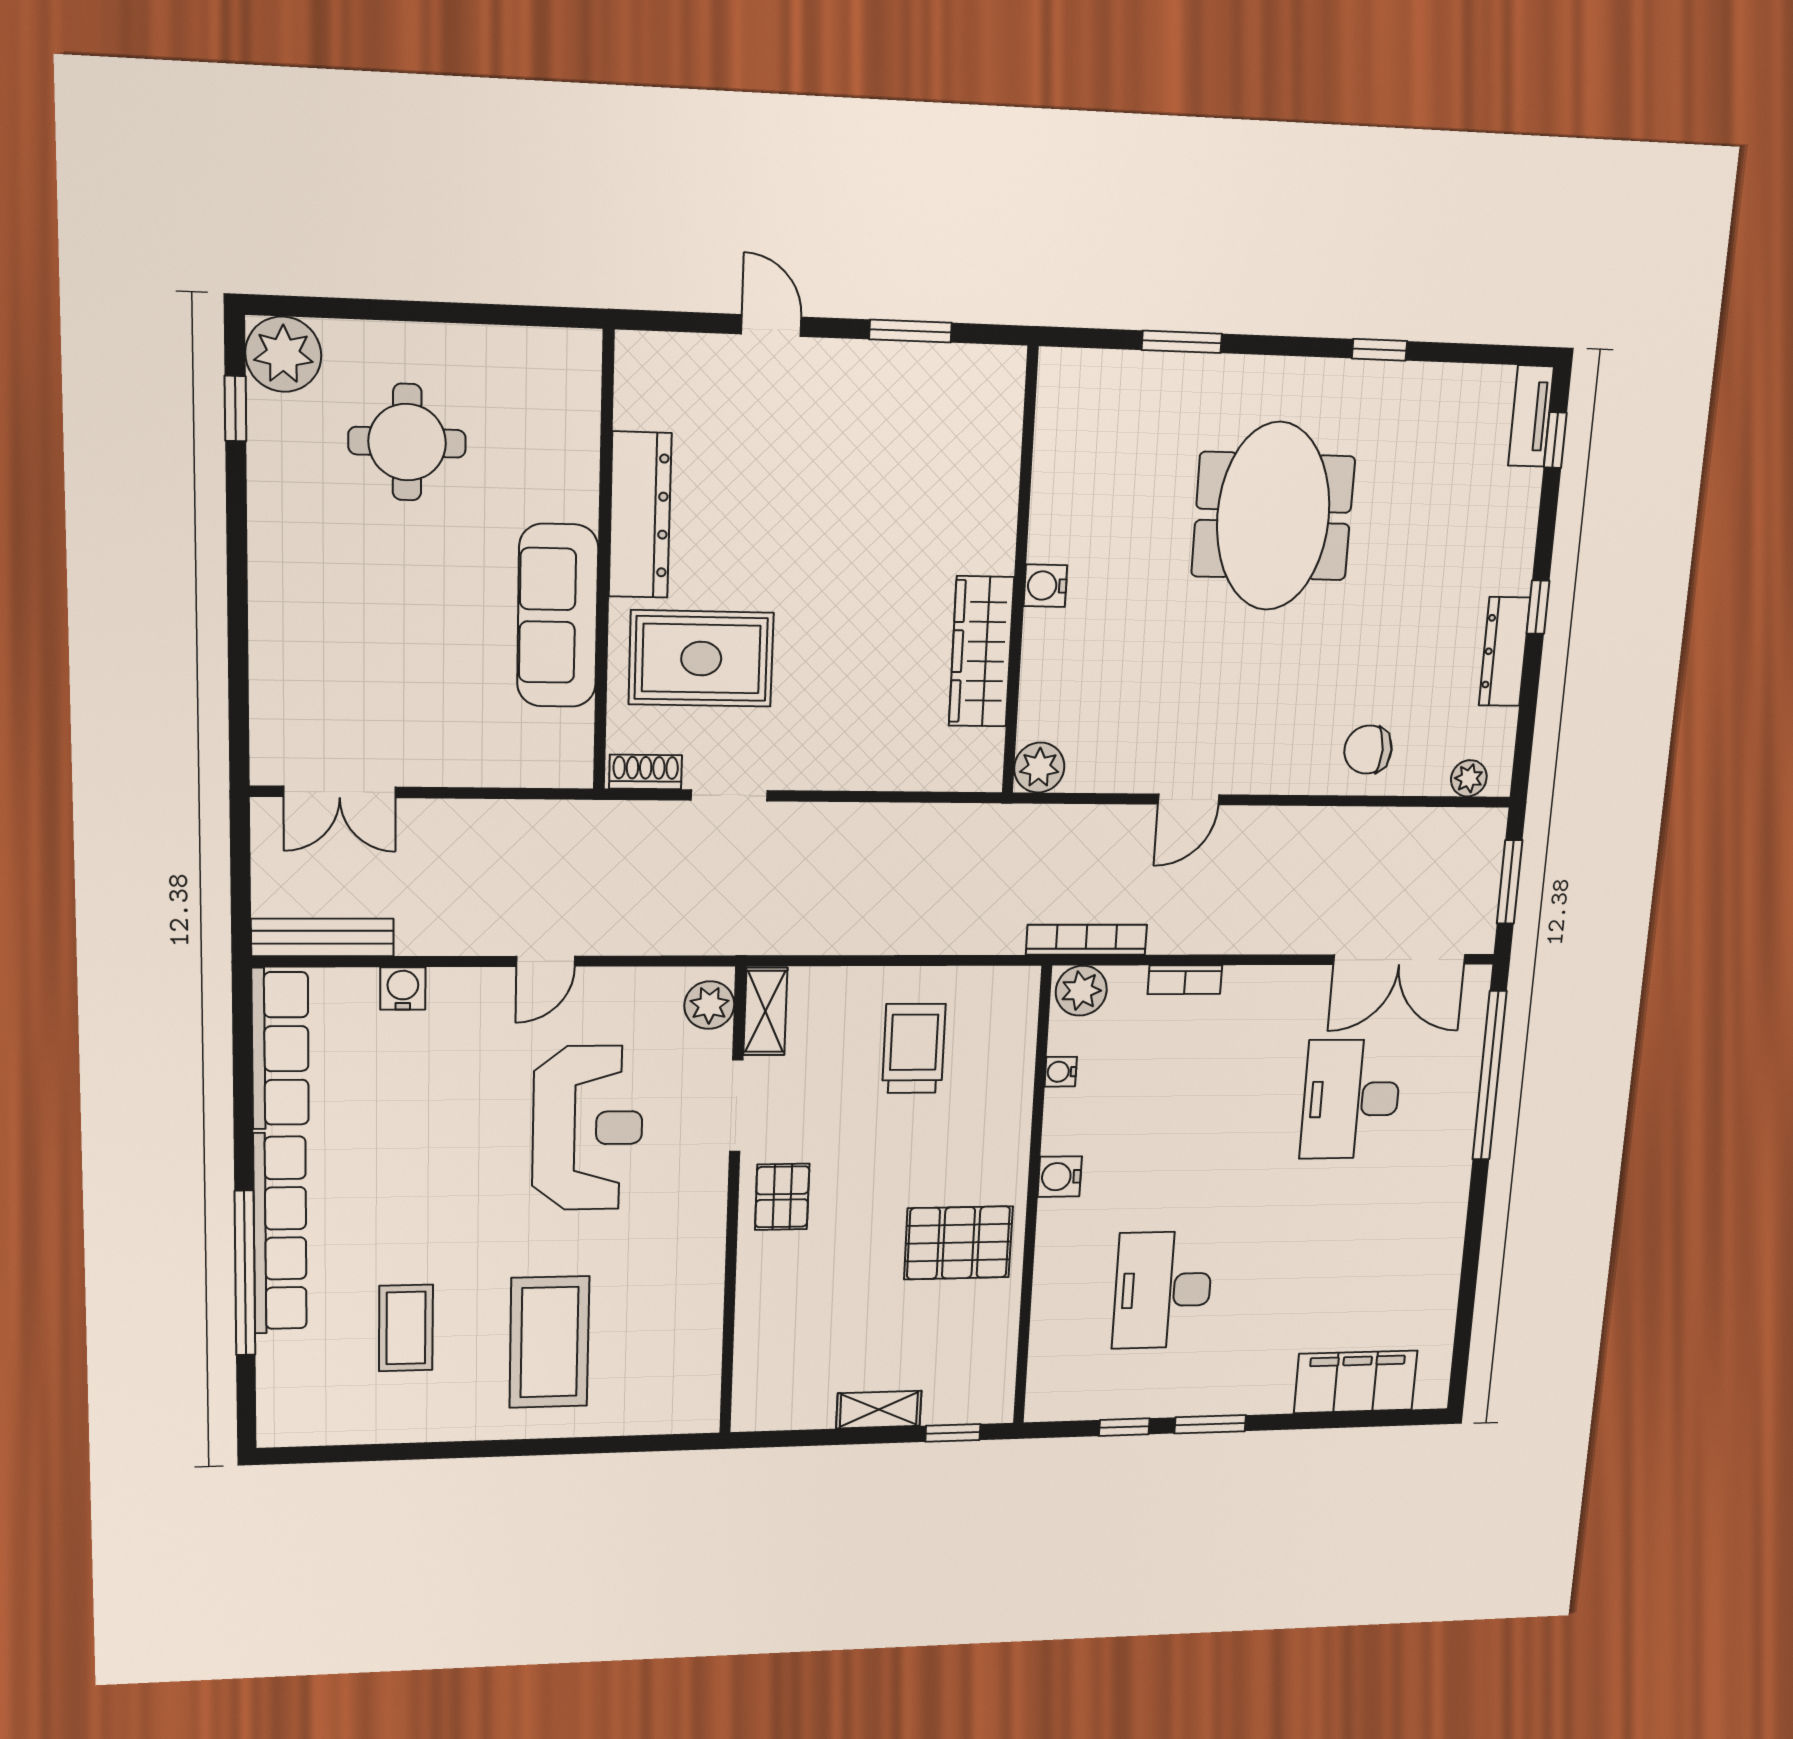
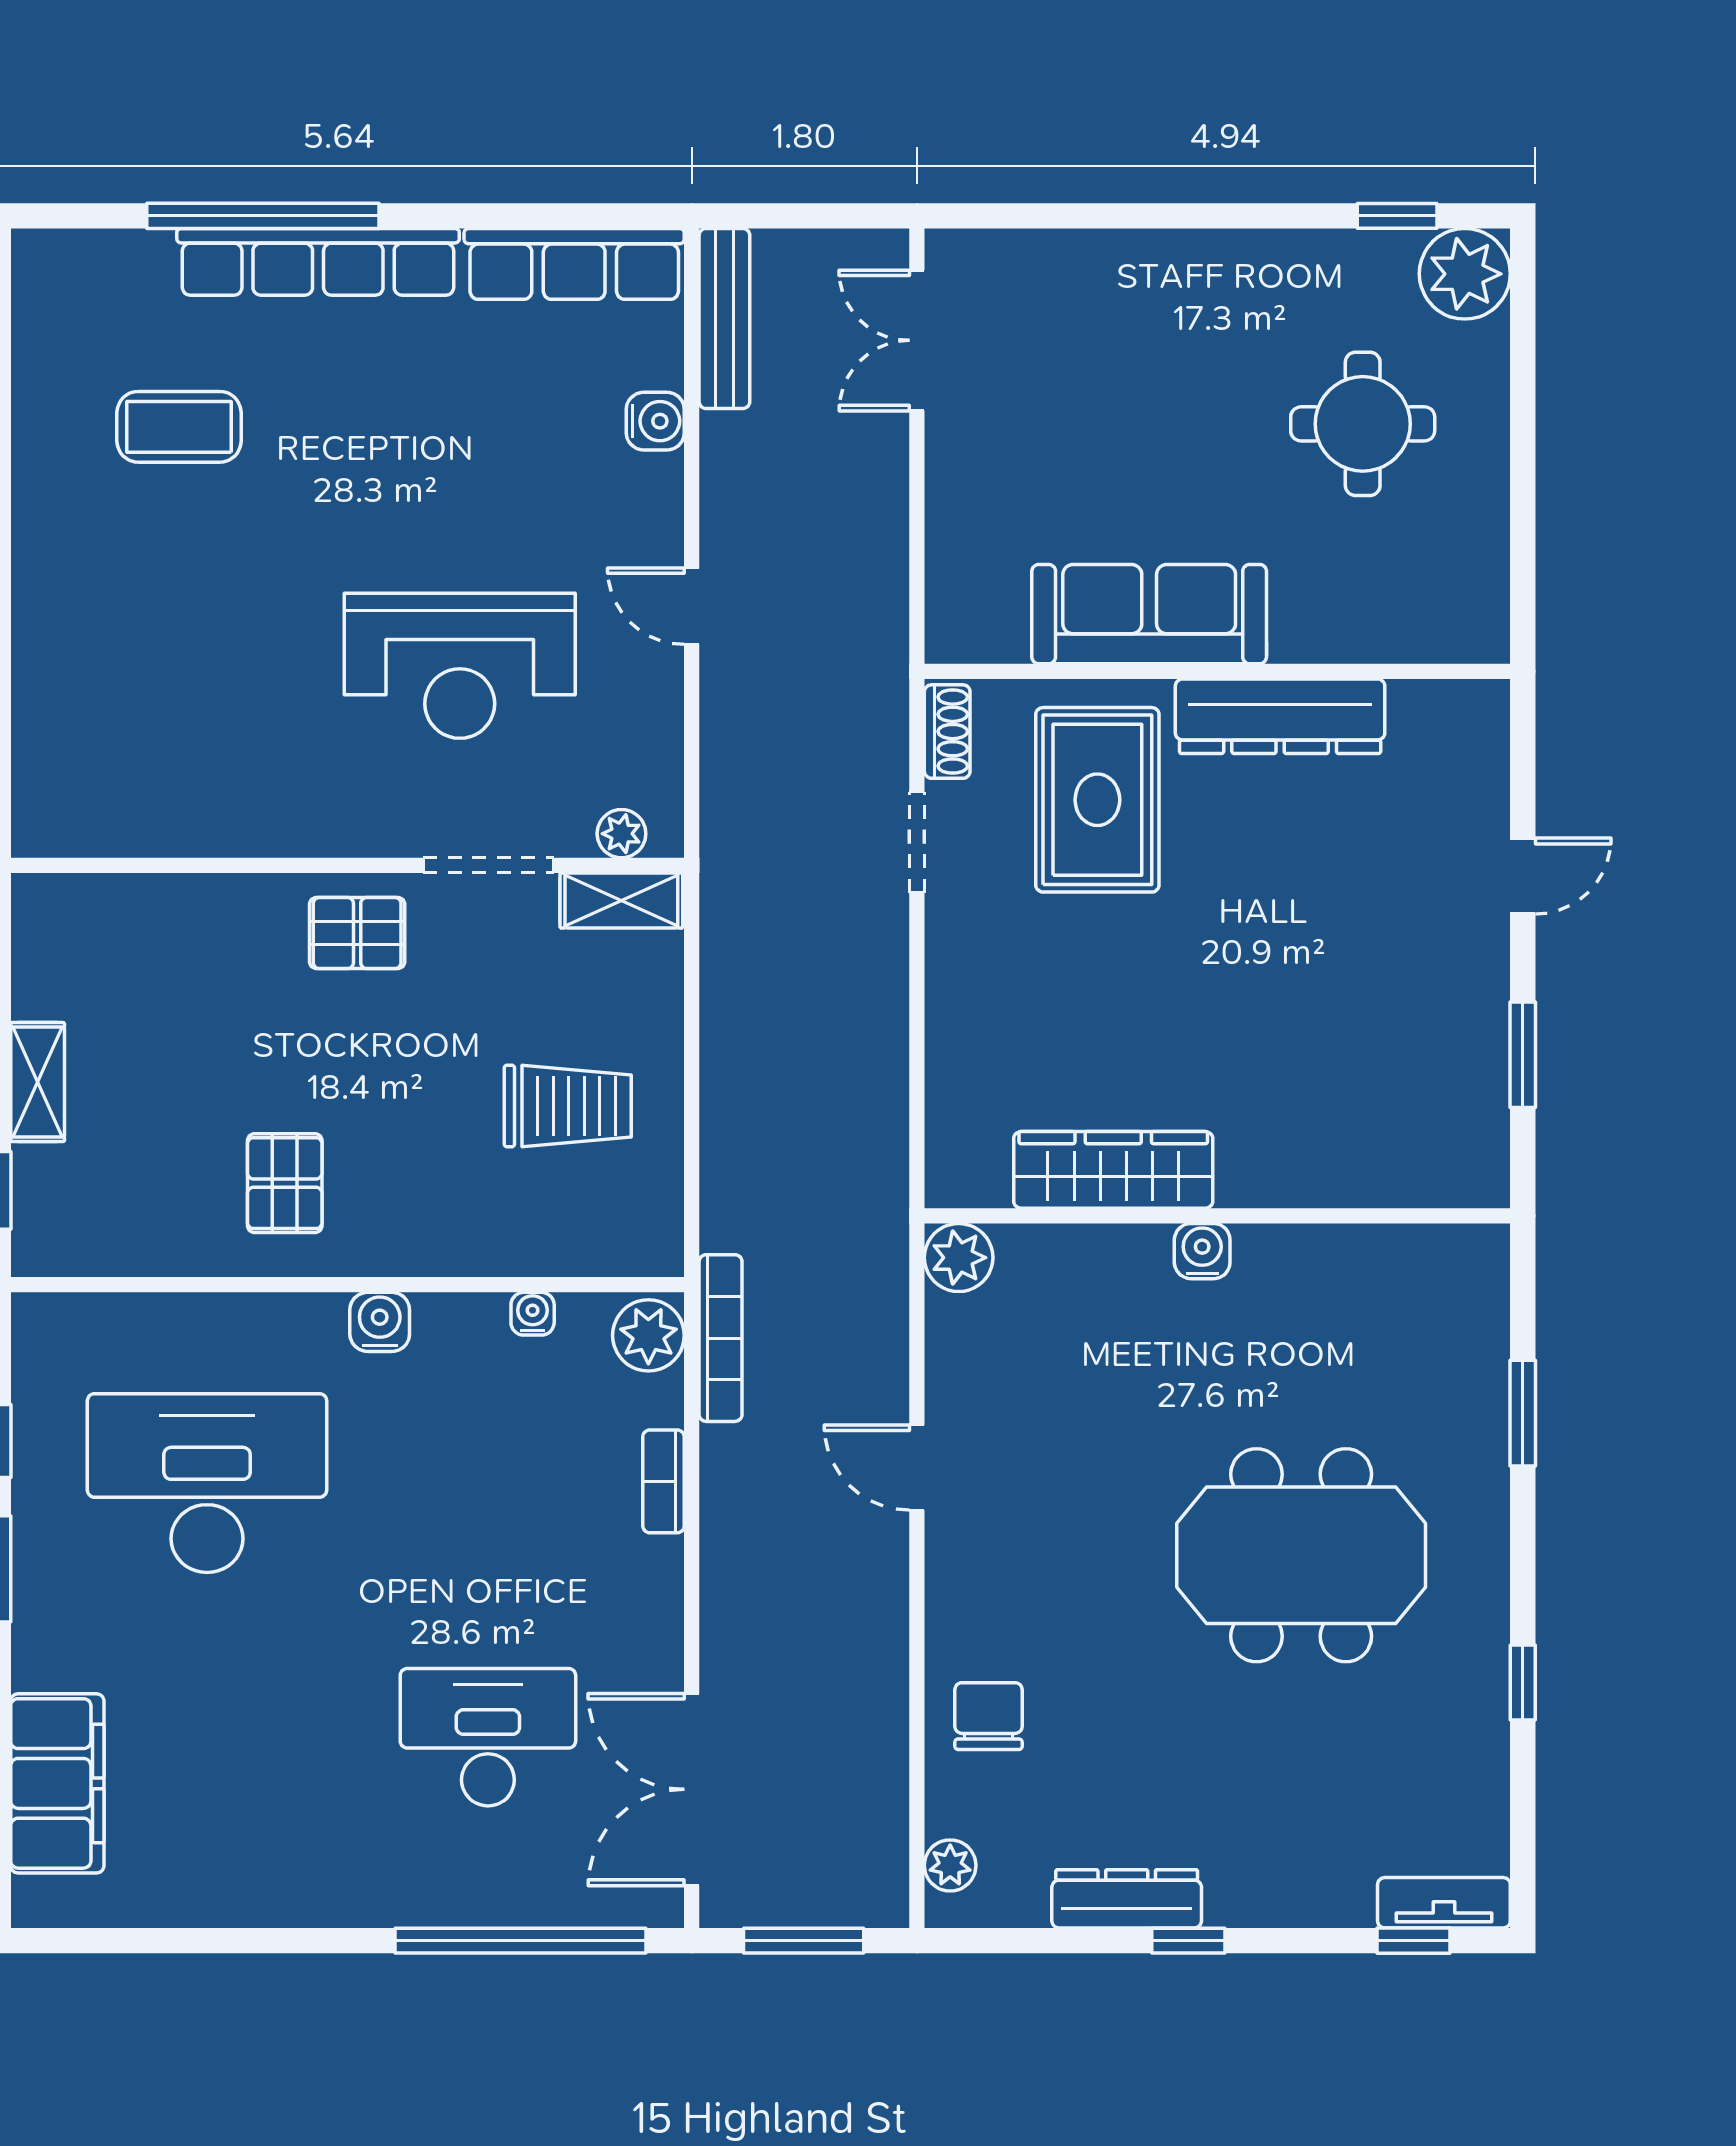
plant: (709, 1005) -> (621, 834), width x0.73, depth x0.73
pallet: (958, 1243) -> (285, 1183), width x0.67, depth x0.71
desk: (1163, 1290) -> (207, 1483), width x1.36, depth x1.30
coffee table: (549, 1342) -> (153, 620), removed

